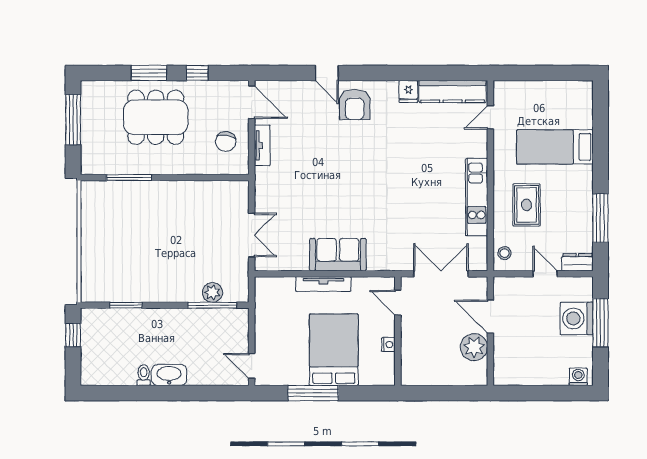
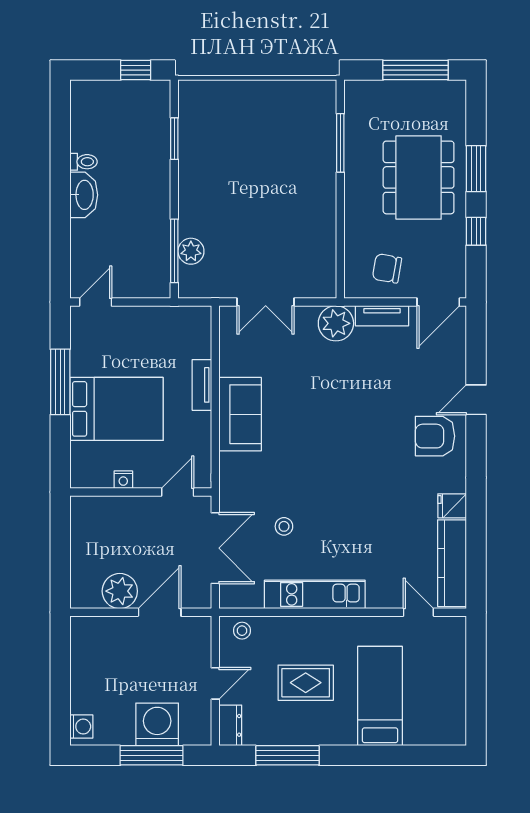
plant: (268, 181) -> (336, 323), added
rug: (527, 205) -> (306, 683), moved
stool: (424, 221) -> (284, 526), added
tv unit: (323, 284) -> (202, 385), width x0.71

